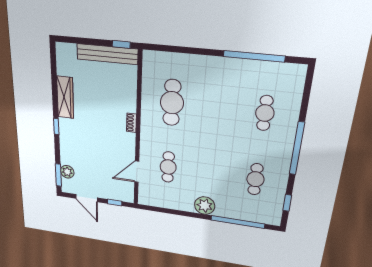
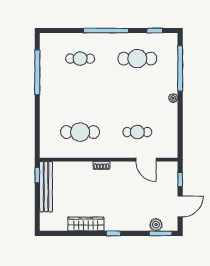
cafe table: (255, 179) -> (137, 59), width x1.37, depth x1.35
plant: (205, 206) -> (173, 98), width x0.53, depth x0.53

